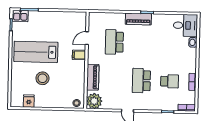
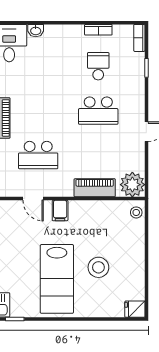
fridge: (29, 101) -> (135, 309), moved

